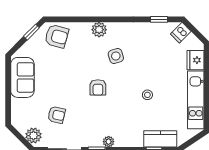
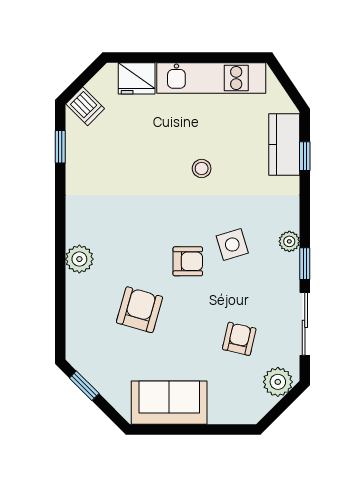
armchair: (57, 36) -> (140, 310), moved
side table: (116, 56) -> (232, 245), moved

